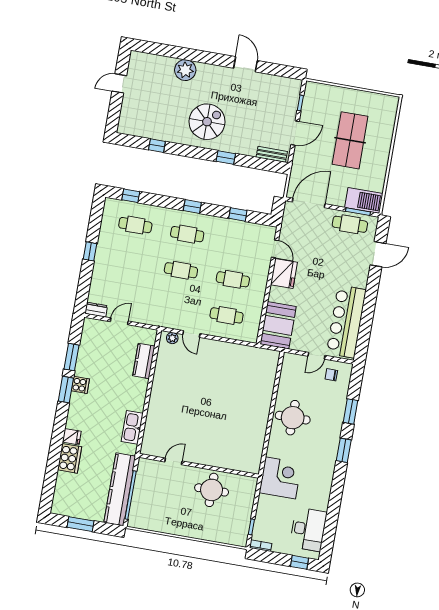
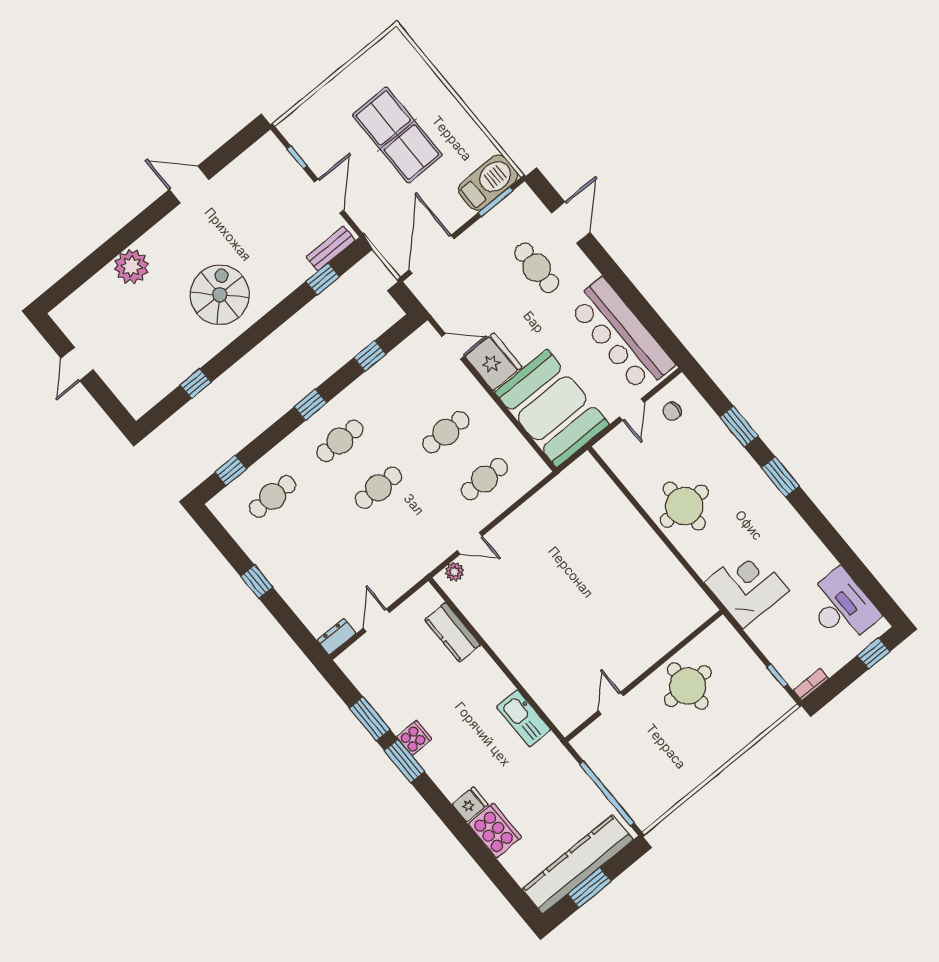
window: (226, 158) -> (323, 279), moved
cafe table: (350, 224) -> (537, 268), moved, turned 90
booth: (278, 325) -> (552, 408), width x1.36, depth x1.42
kitchen counter: (120, 489) -> (578, 864), moved, turned 90

